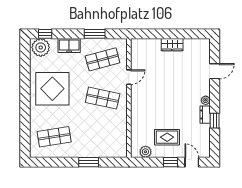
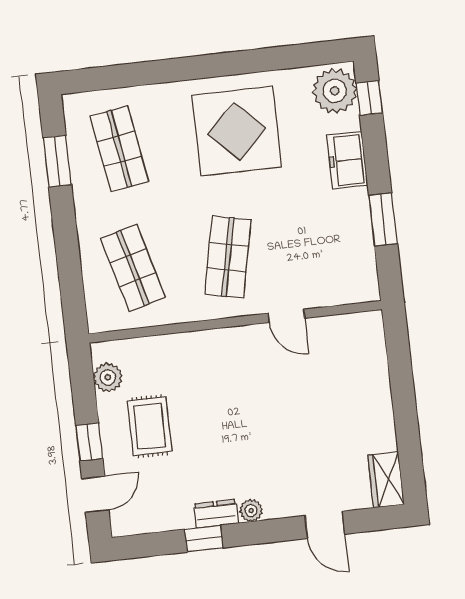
wardrobe: (172, 45) -> (386, 480), moved
shop shelf: (103, 59) -> (133, 268), moved
window: (89, 162) -> (57, 161), moved

